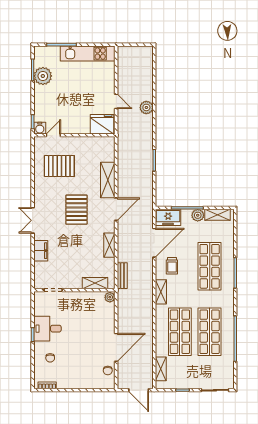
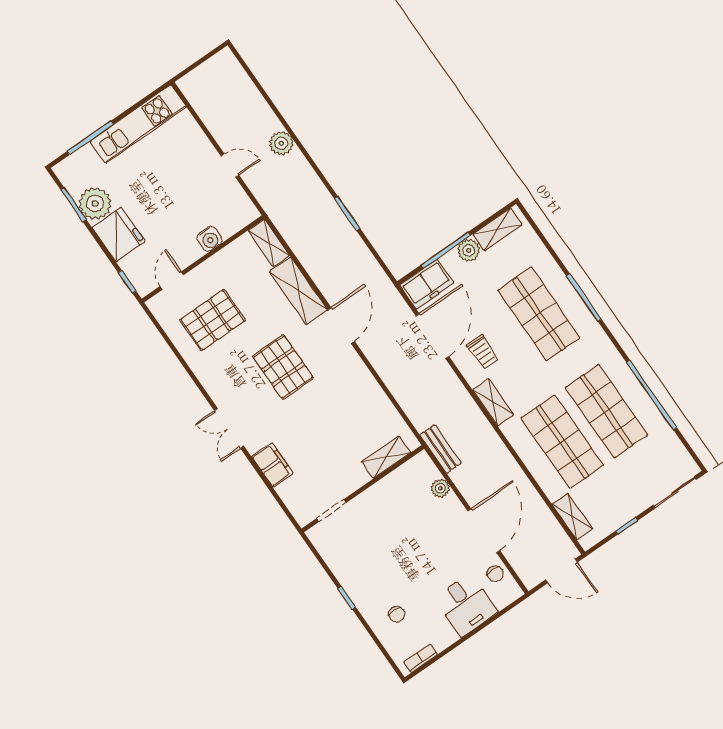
fridge: (102, 124) -> (119, 235), moved, turned 90
water cooler: (40, 128) -> (209, 239), moved
shelving: (109, 245) -> (269, 243), moved
bench: (122, 276) -> (441, 449), moved
plant: (110, 297) -> (440, 488), moved
desk: (47, 329) -> (466, 605), moved, turned -90

